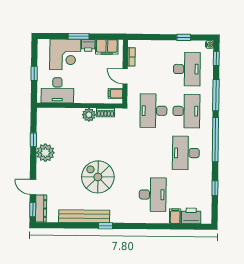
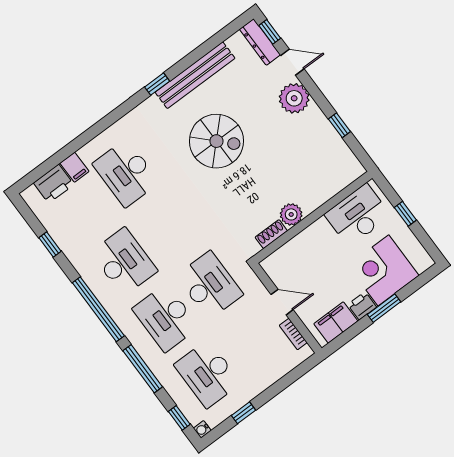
filing cabinet: (115, 94) -> (277, 269), removed
plant: (45, 153) -> (294, 98), moved

